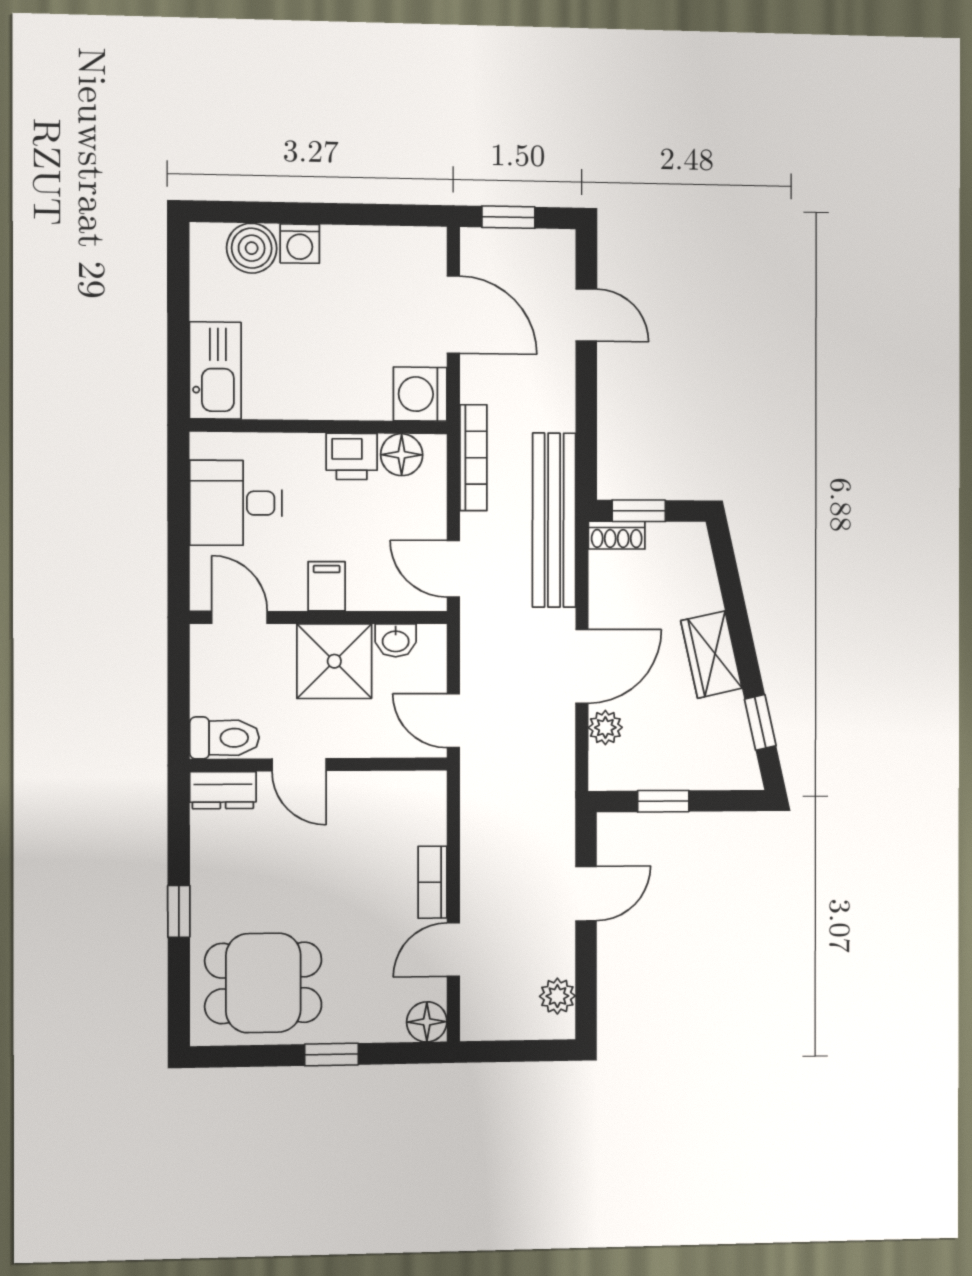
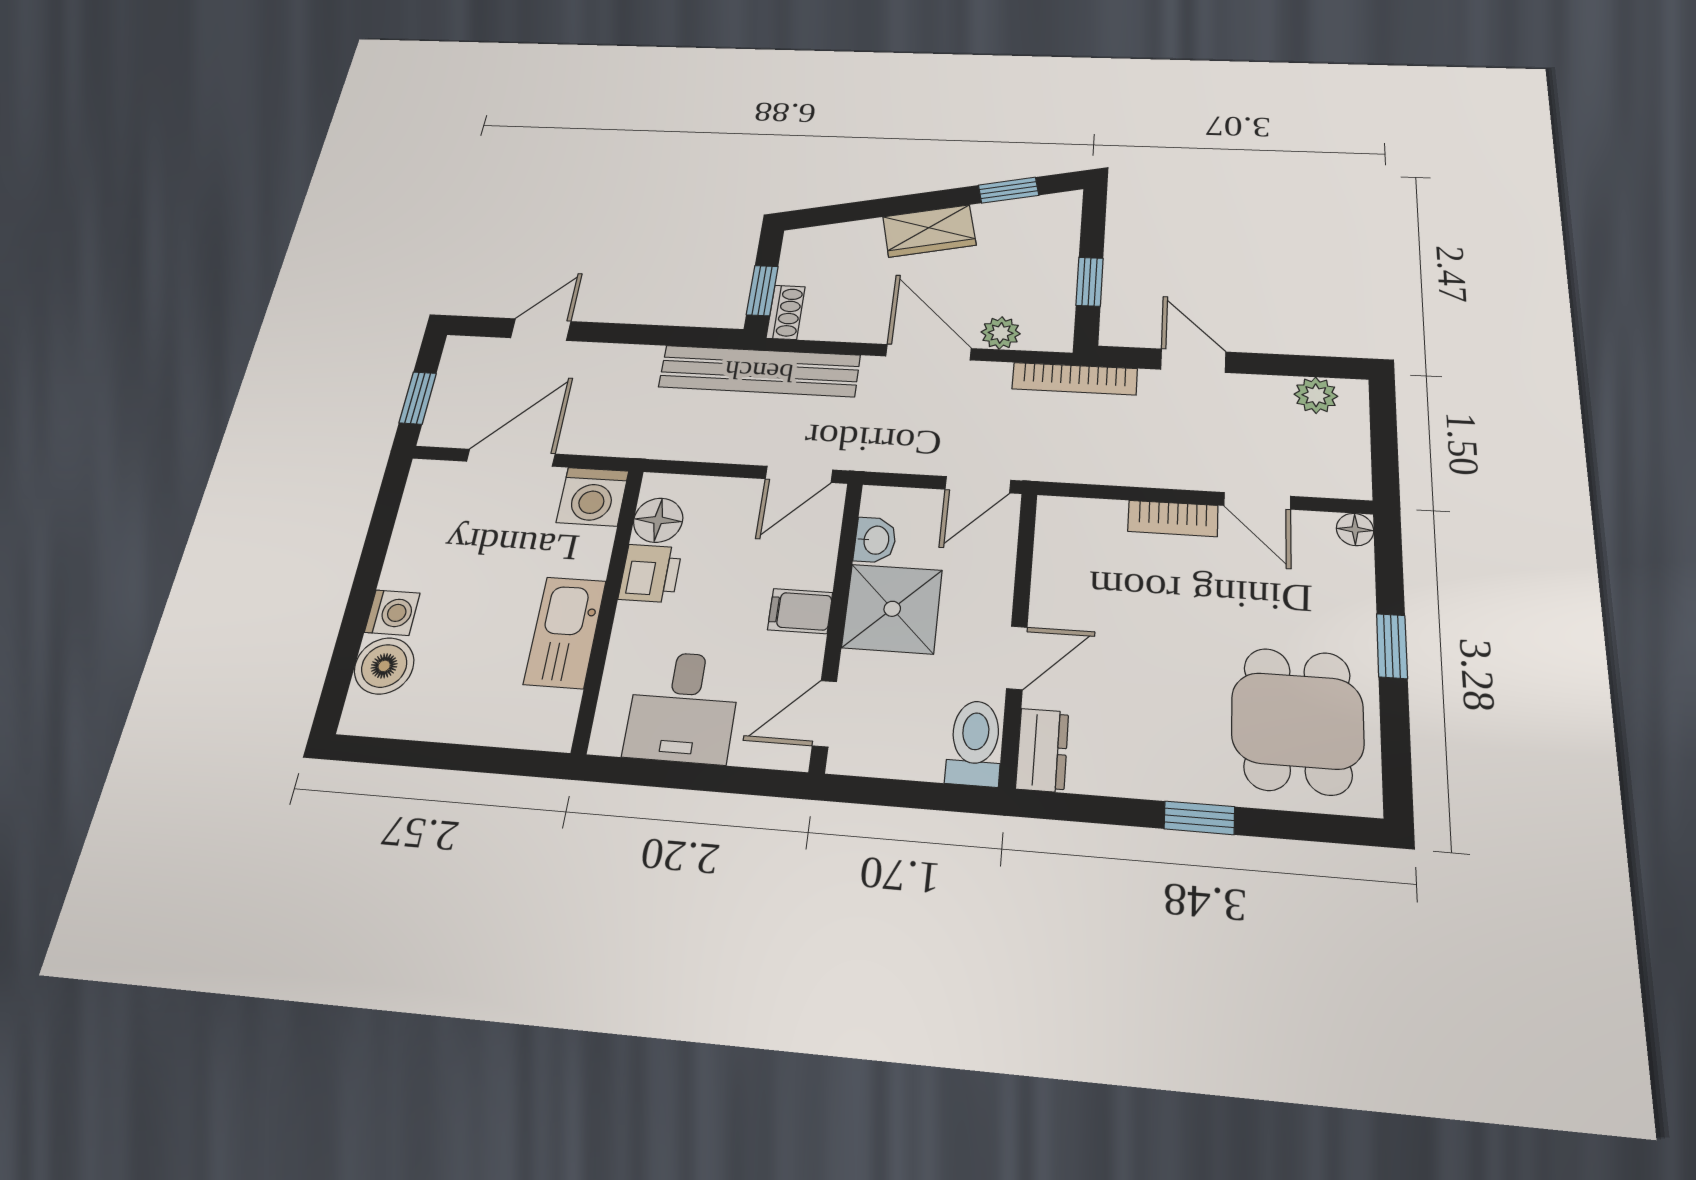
kitchen sink: (215, 370) -> (565, 632), moved, turned -90
bookcase: (473, 458) -> (1075, 379), moved, turned 180
floor lamp: (427, 1022) -> (1355, 530), width x0.73, depth x0.73

